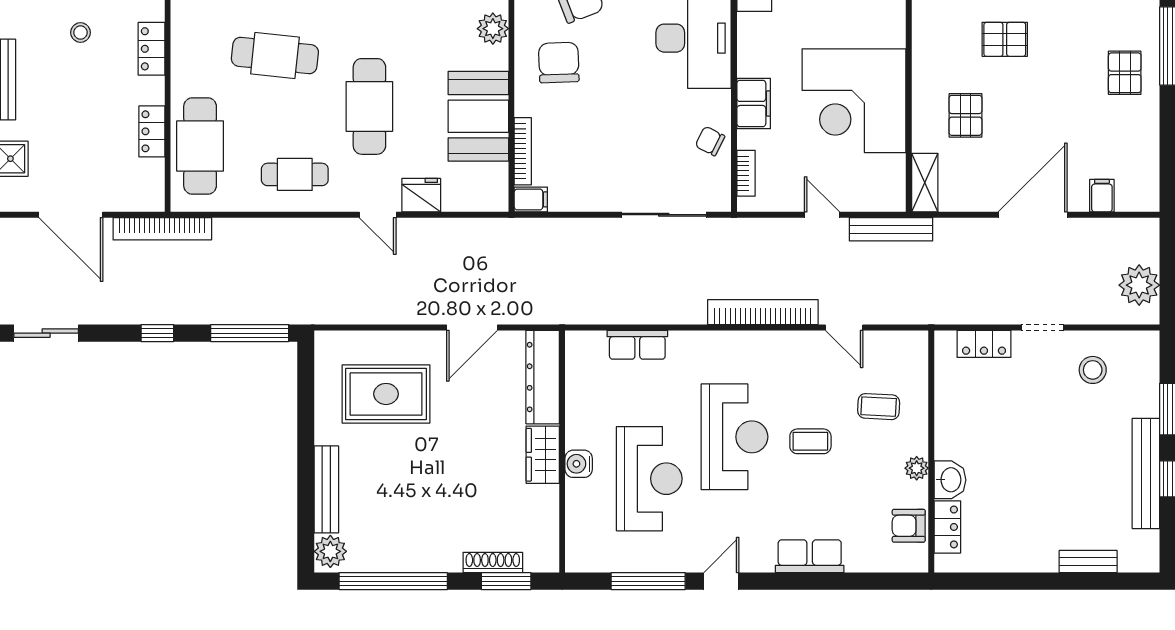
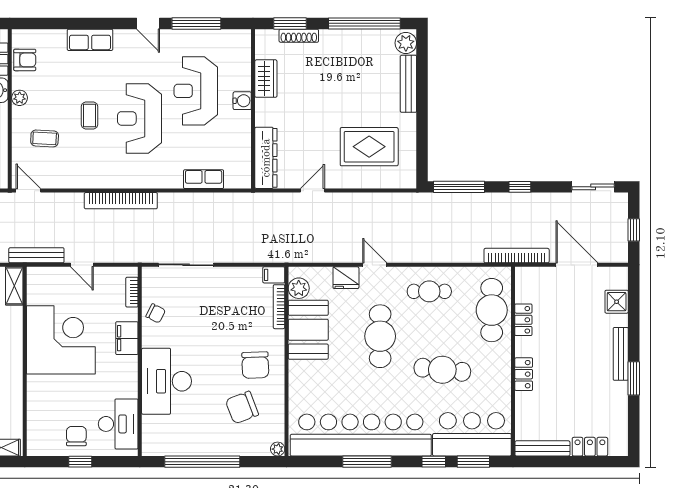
plant: (493, 29) -> (299, 288), moved
stool: (81, 33) -> (570, 385), removed
door: (472, 327) -> (312, 191), width x0.73
door: (844, 327) -> (28, 191), moved
coffee table: (810, 441) -> (90, 116), turned 90
wardrobe: (543, 455) -> (266, 79), moved
door: (721, 581) -> (148, 23), hinge flipped

